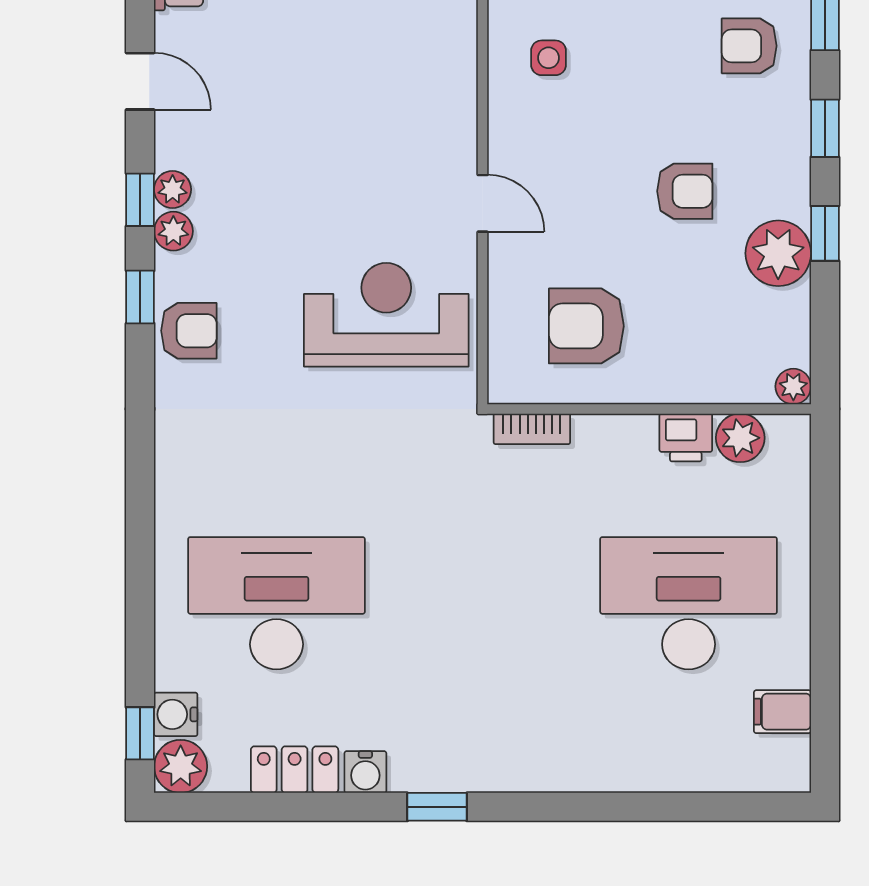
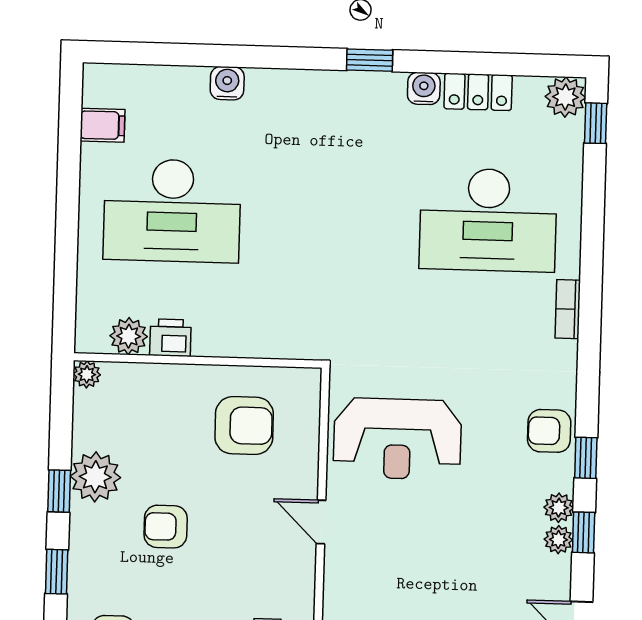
bookcase: (532, 429) -> (568, 309), moved, turned -90
water cooler: (176, 714) -> (227, 83), moved, turned -90

